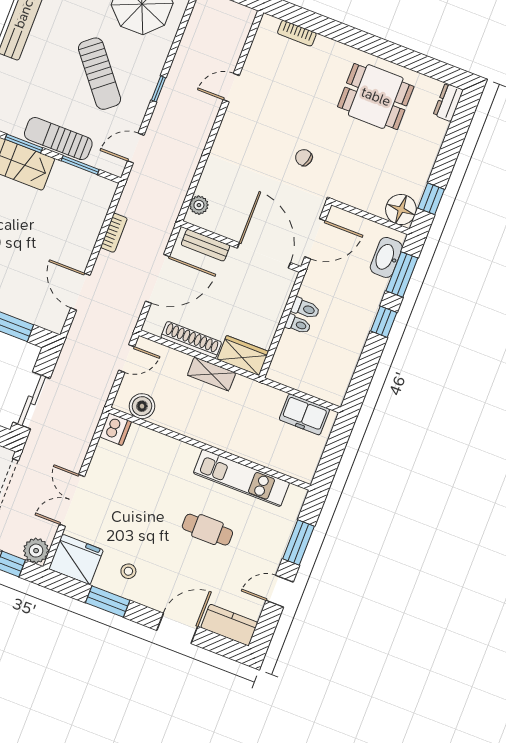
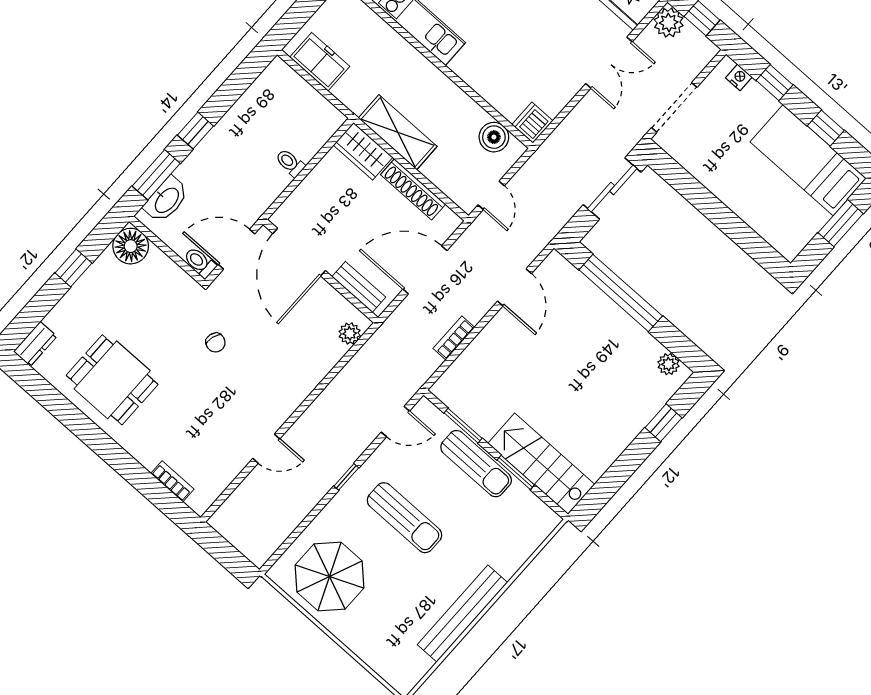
sun lounger: (100, 74) -> (404, 518), turned 129
window: (431, 199) -> (73, 268), moved
toilet: (305, 308) -> (200, 262), moved
door: (127, 359) -> (491, 195), swing flipped
shelving: (212, 374) -> (398, 132), width x1.50, depth x1.33

